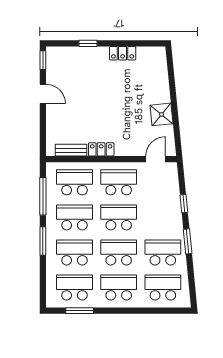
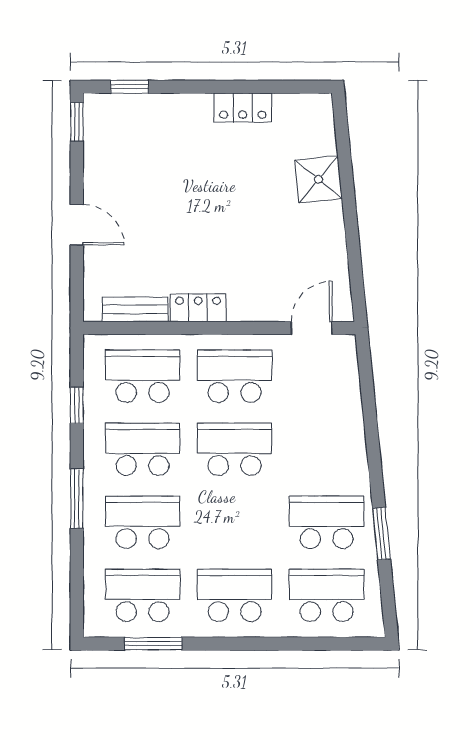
window: (88, 43) -> (130, 87), moved
door: (43, 94) -> (77, 225), moved
shower: (162, 114) -> (319, 179), moved
window: (43, 196) -> (77, 405), width x0.46
window: (184, 204) -> (370, 421), removed
window: (188, 241) -> (382, 534), moved
school desk: (119, 252) -> (235, 522), removed

